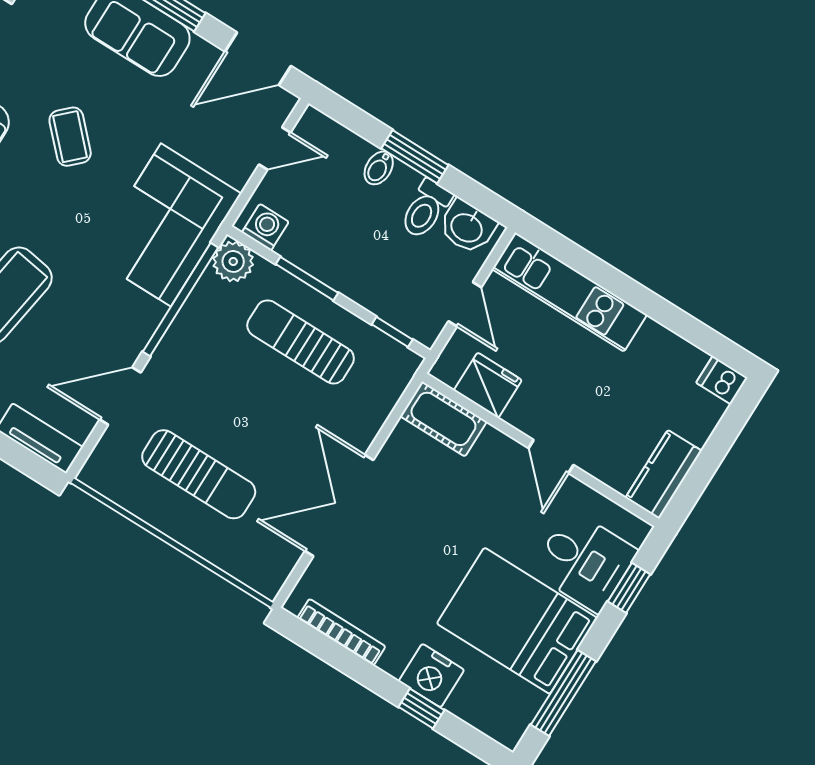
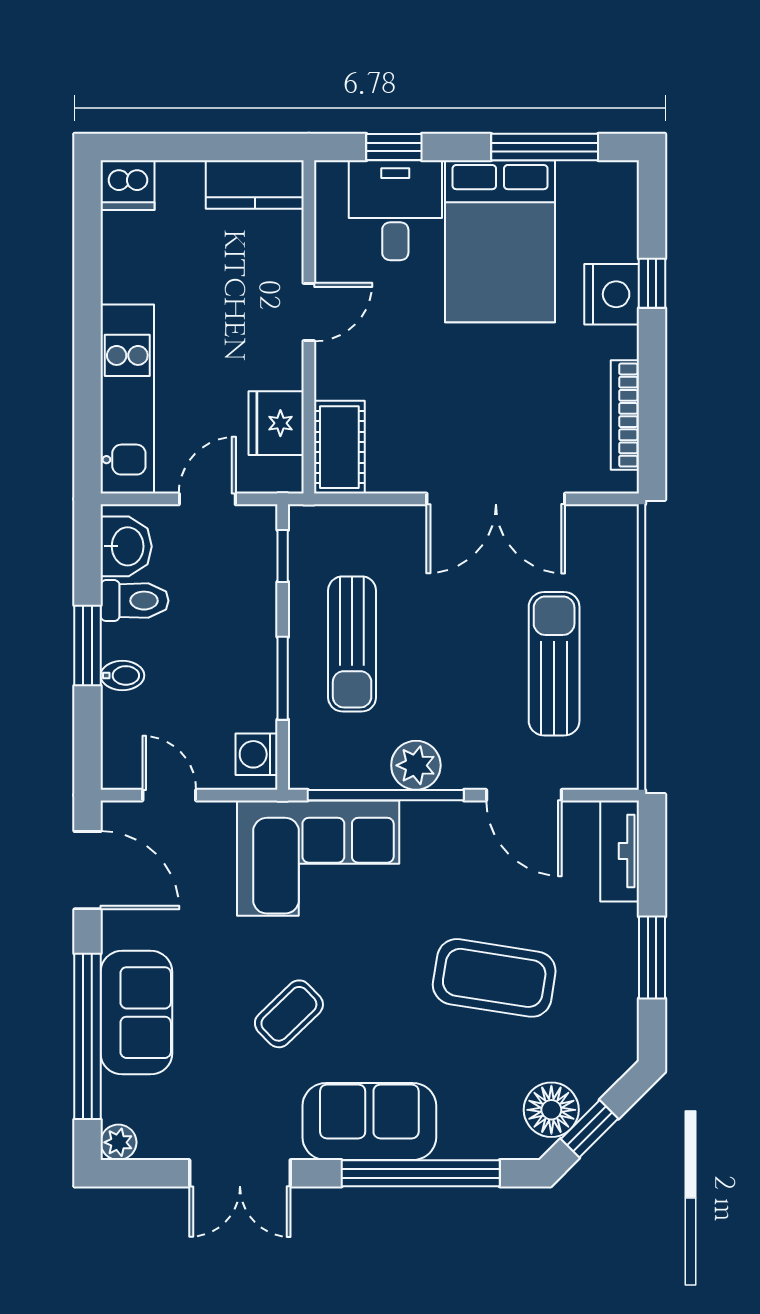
plant: (233, 261) -> (416, 765), moved
dishwasher: (722, 380) -> (127, 185), width x1.38

